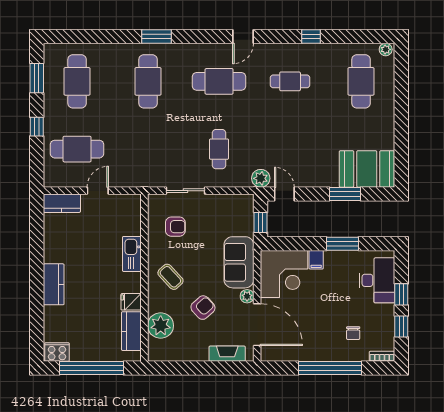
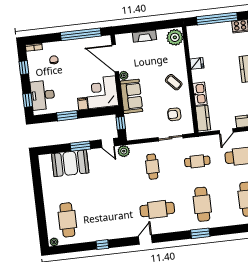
cafe table: (290, 81) -> (197, 161), moved
booth: (367, 169) -> (70, 163), moved
window: (345, 194) -> (80, 146), moved
window: (401, 294) -> (28, 100), moved
armchair: (203, 308) -> (151, 65), removed
plant: (161, 326) -> (175, 37), moved
kitchen counter: (131, 331) -> (203, 118), moved
fireplace: (227, 354) -> (145, 36), moved
window: (330, 368) -> (81, 34), moved

